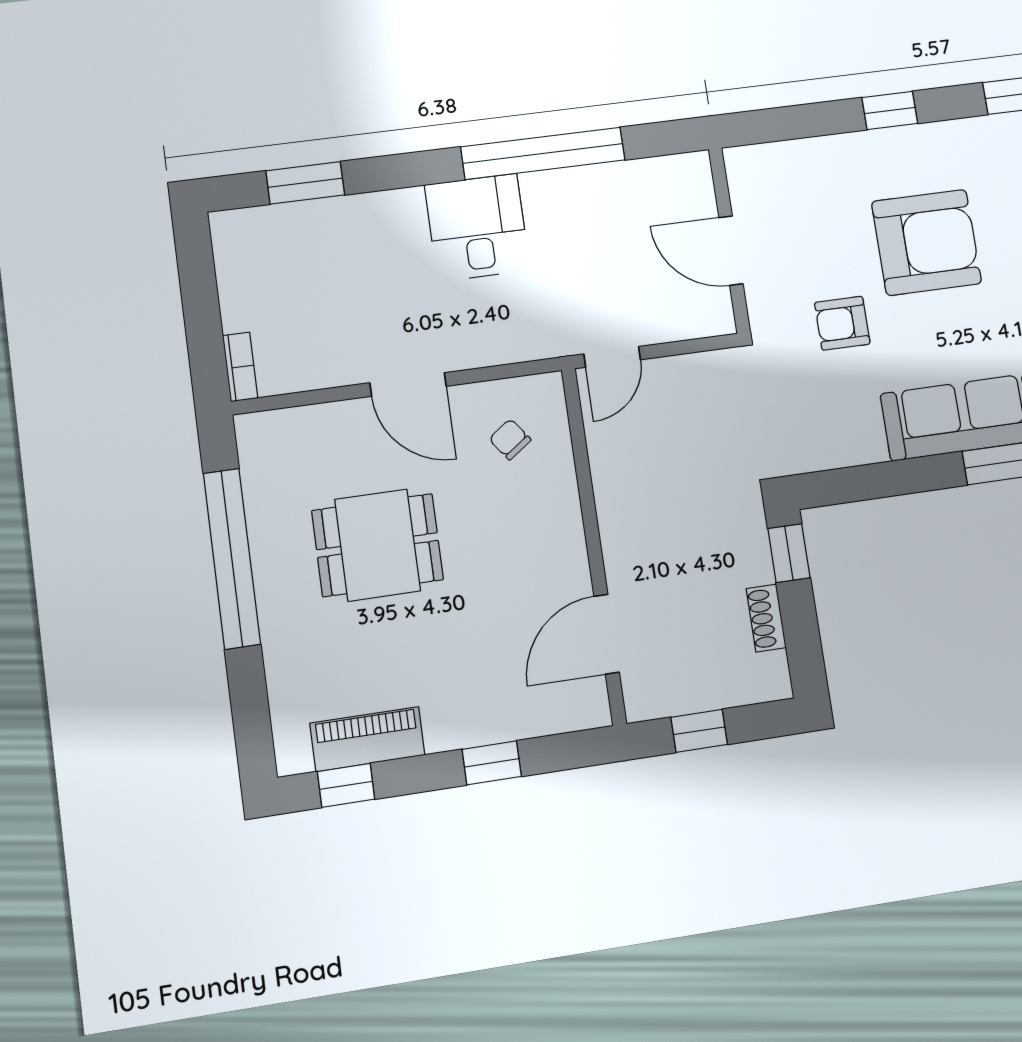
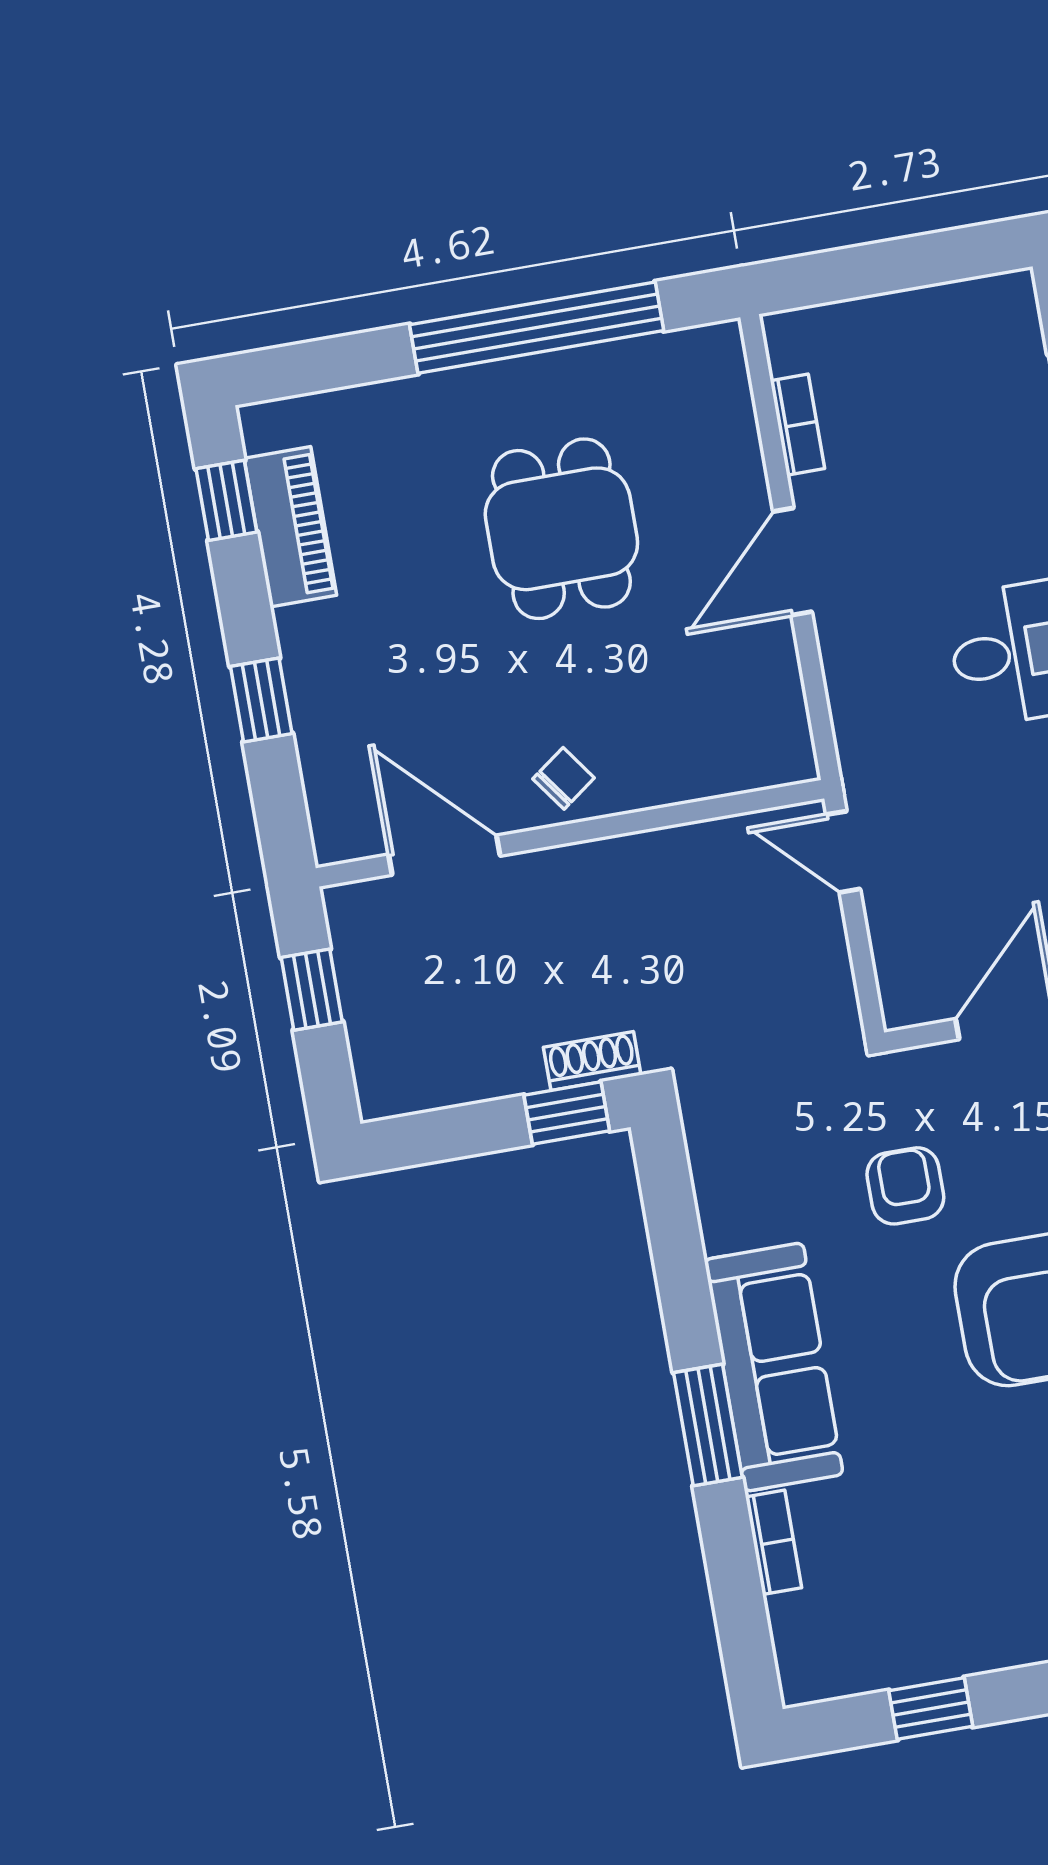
bookcase: (240, 367) -> (797, 425), moved, turned -90
chair: (510, 439) -> (564, 778), moved
shoe rack: (766, 618) -> (592, 1061), moved

